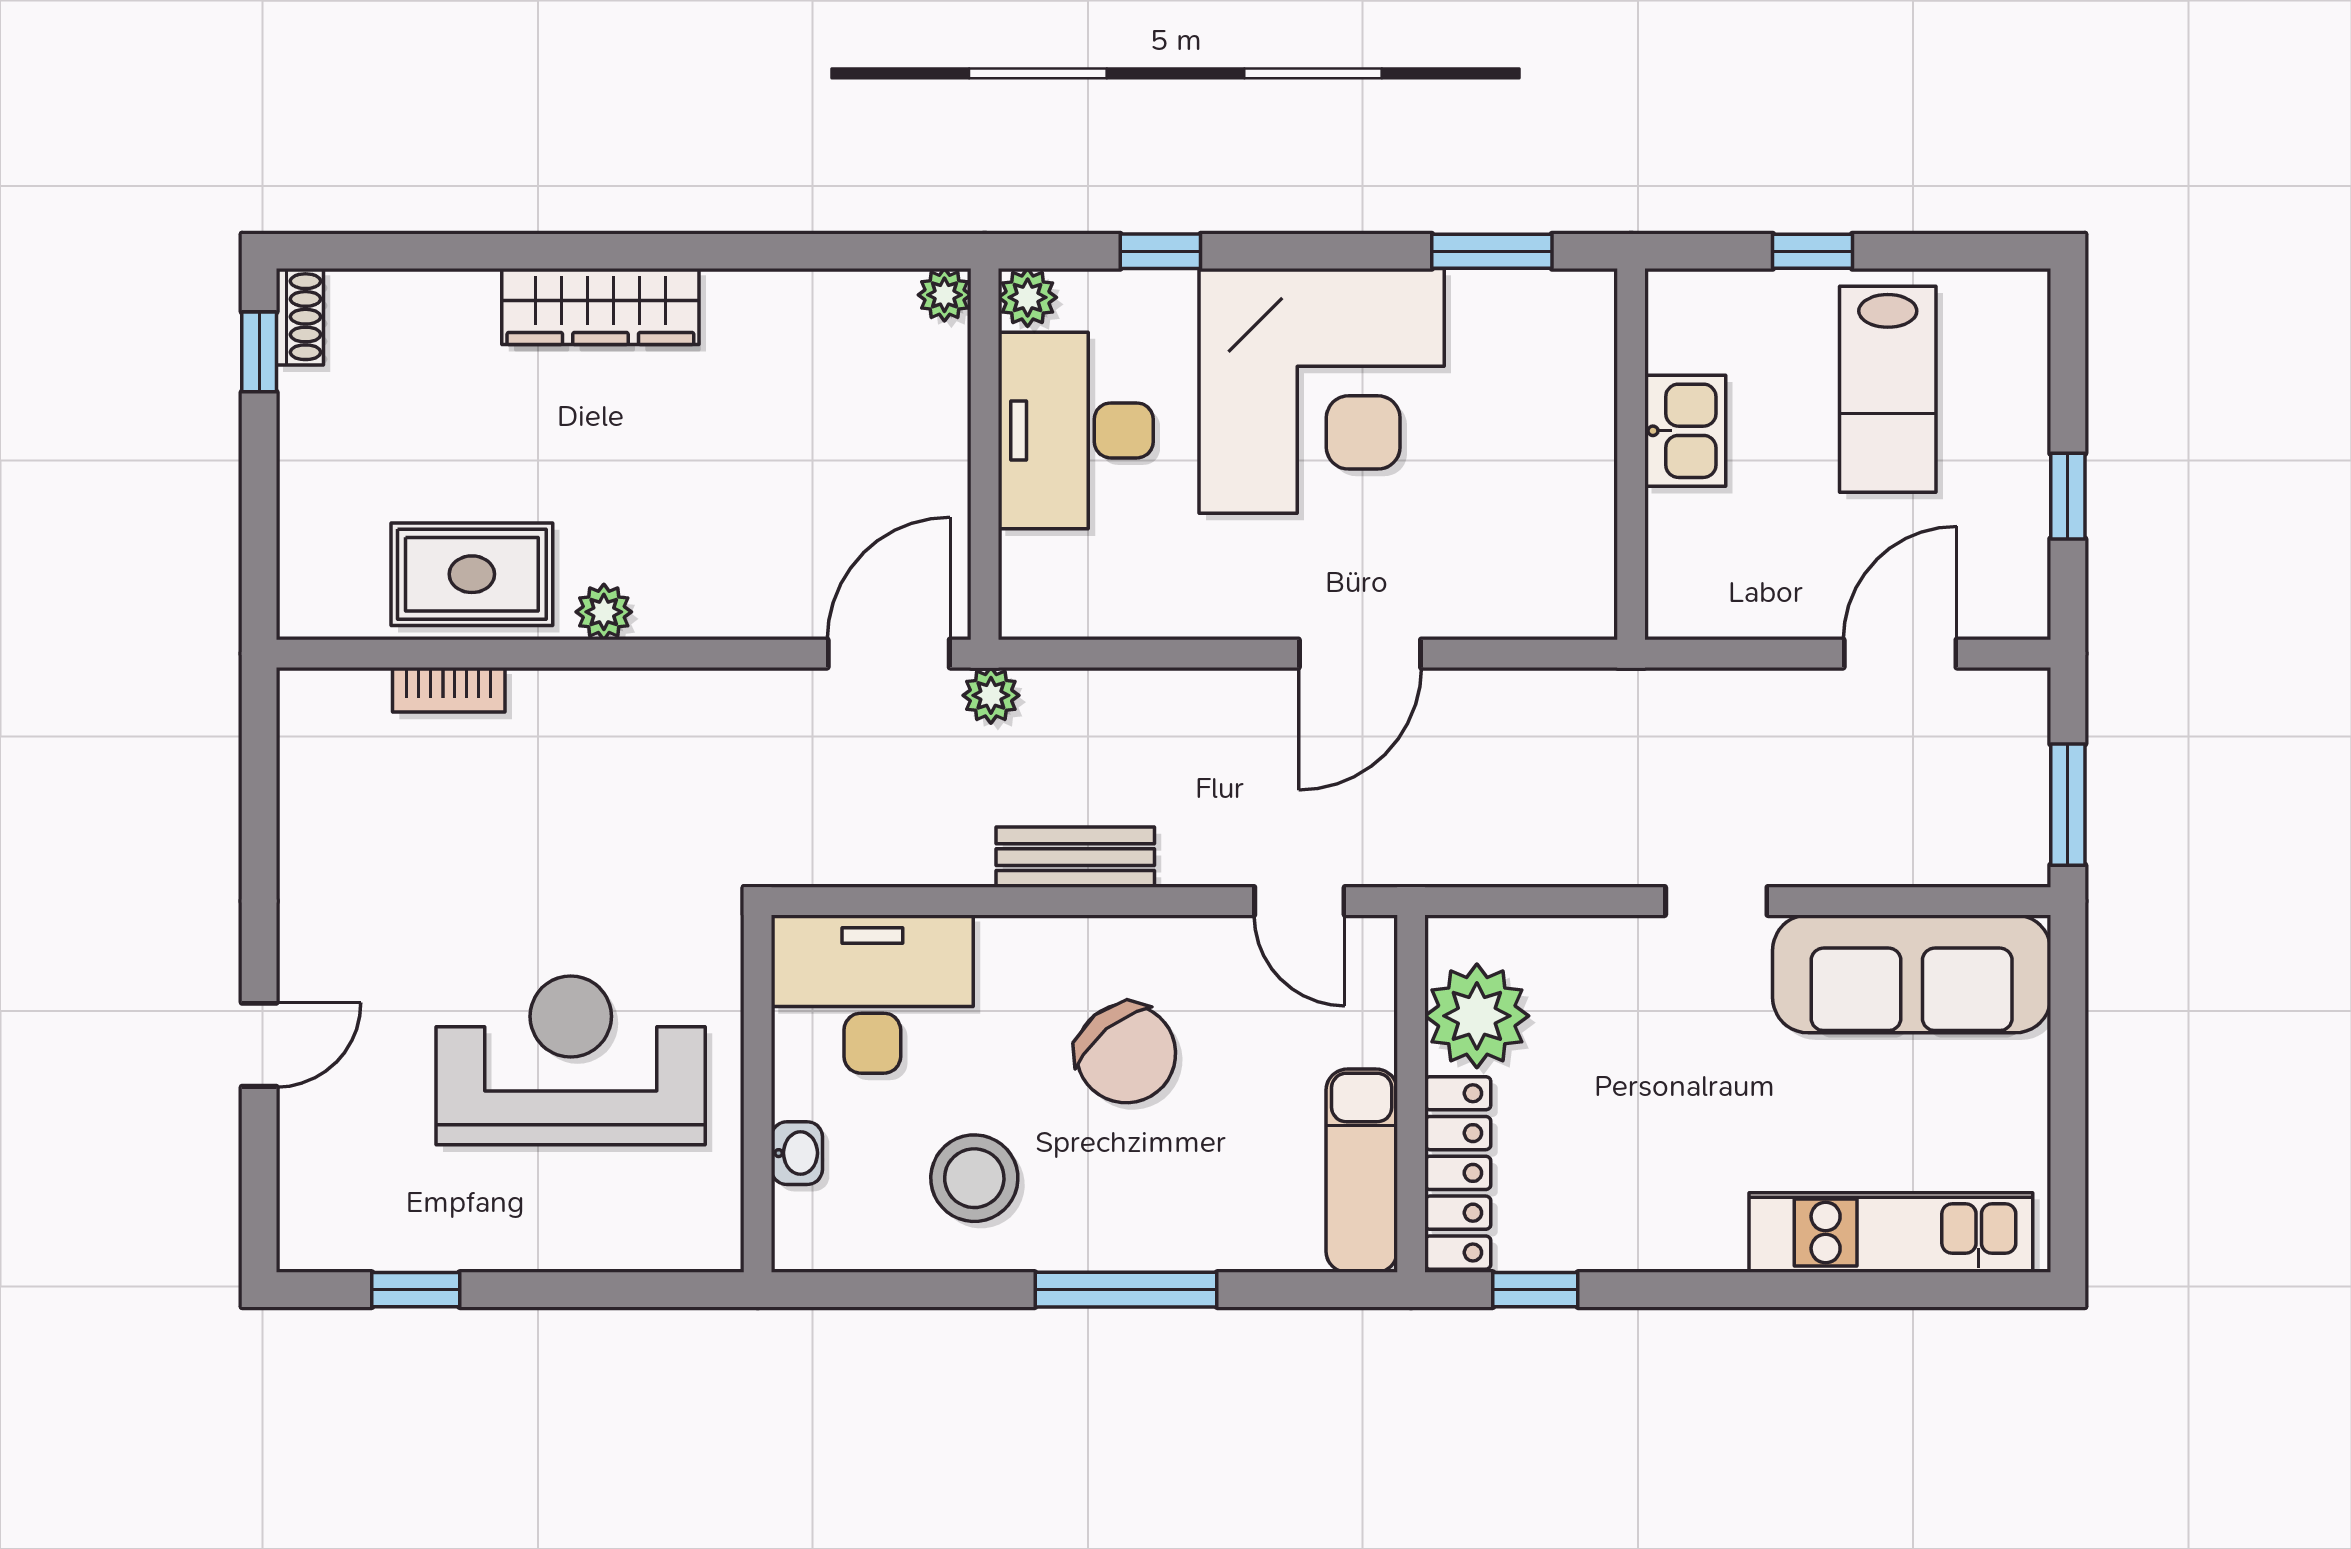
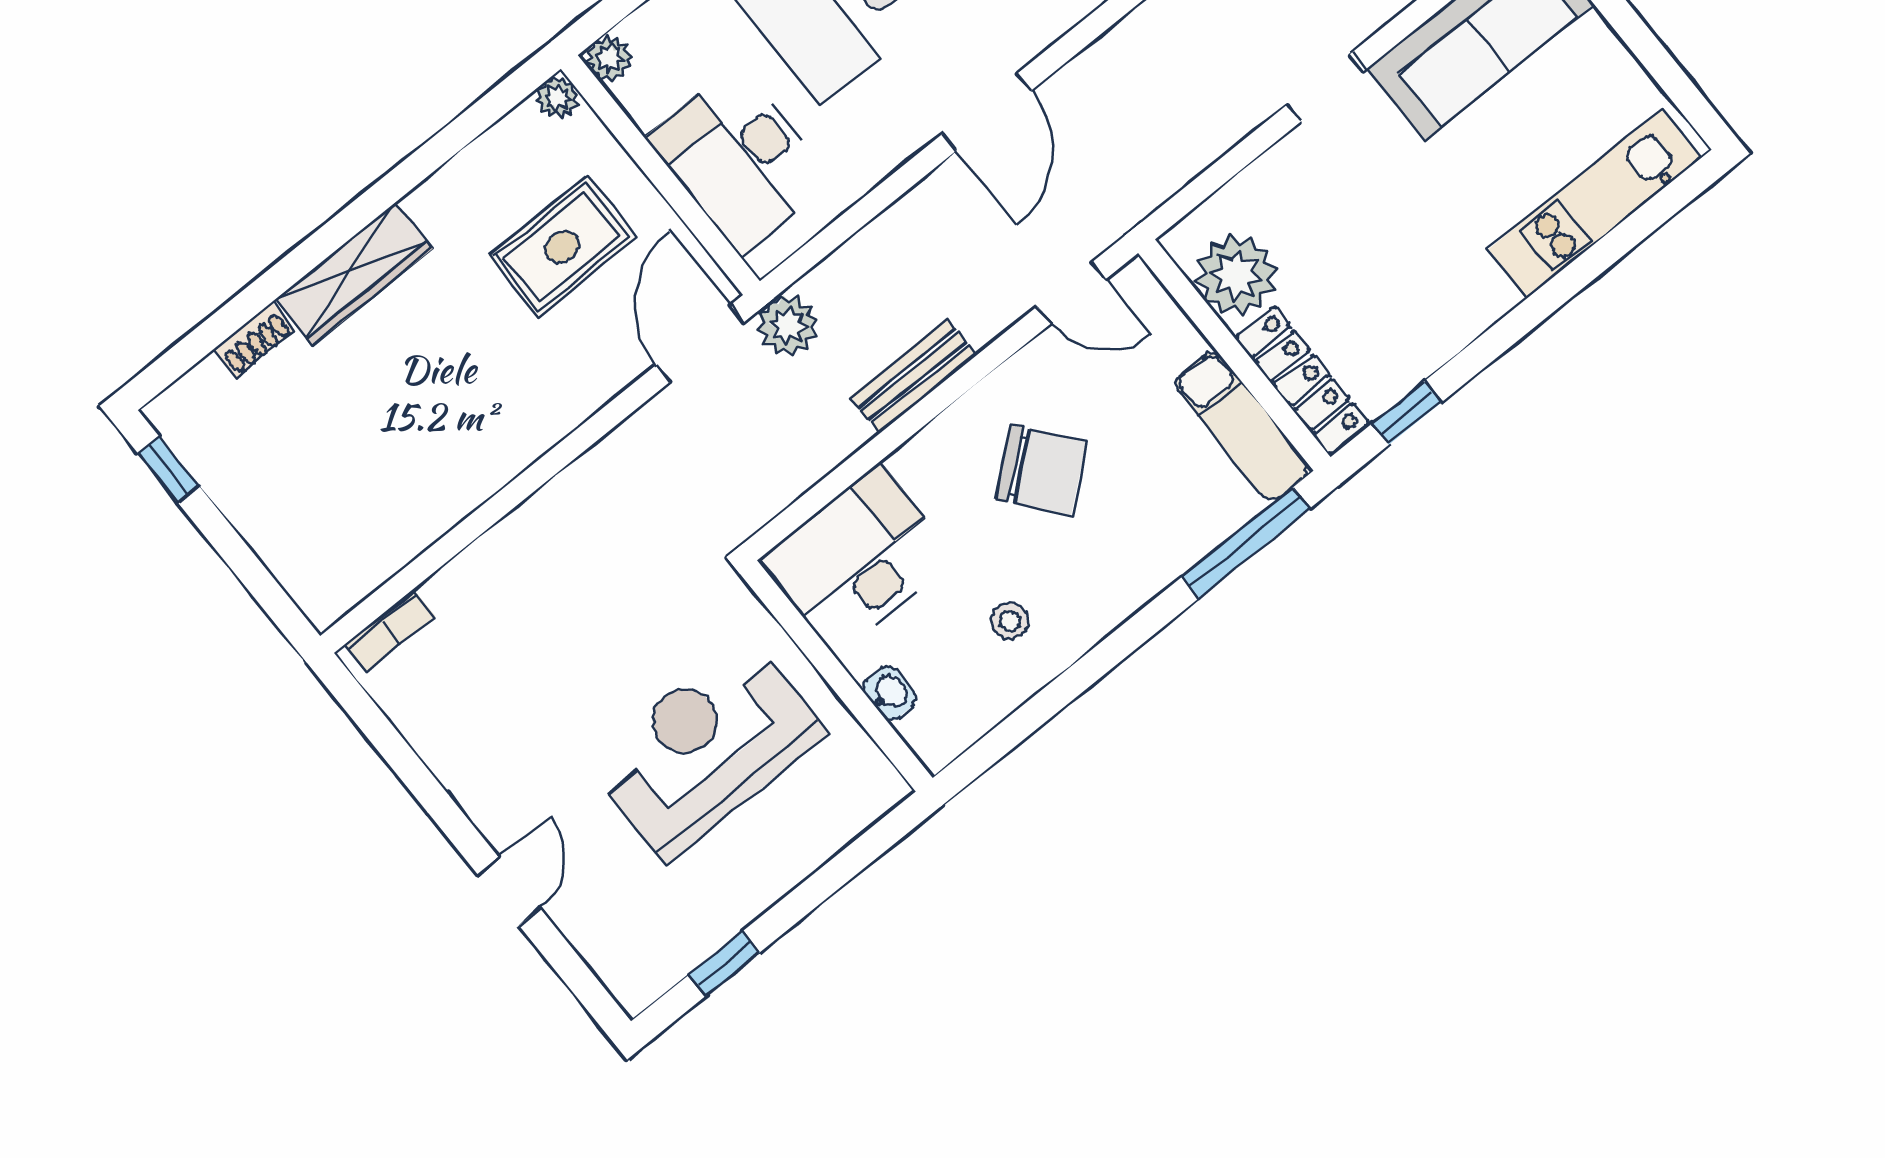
shoe rack: (300, 317) -> (254, 340), moved, turned 90
desk: (1076, 430) -> (739, 159), moved
rug: (472, 574) -> (562, 247), moved
plant: (604, 612) -> (506, 458), removed
bookcase: (449, 690) -> (390, 630), moved
plant: (991, 695) -> (788, 325), width x1.38, depth x1.38
stool: (974, 1178) -> (1010, 621), width x0.53, depth x0.53
window: (1126, 1290) -> (1246, 543), moved

